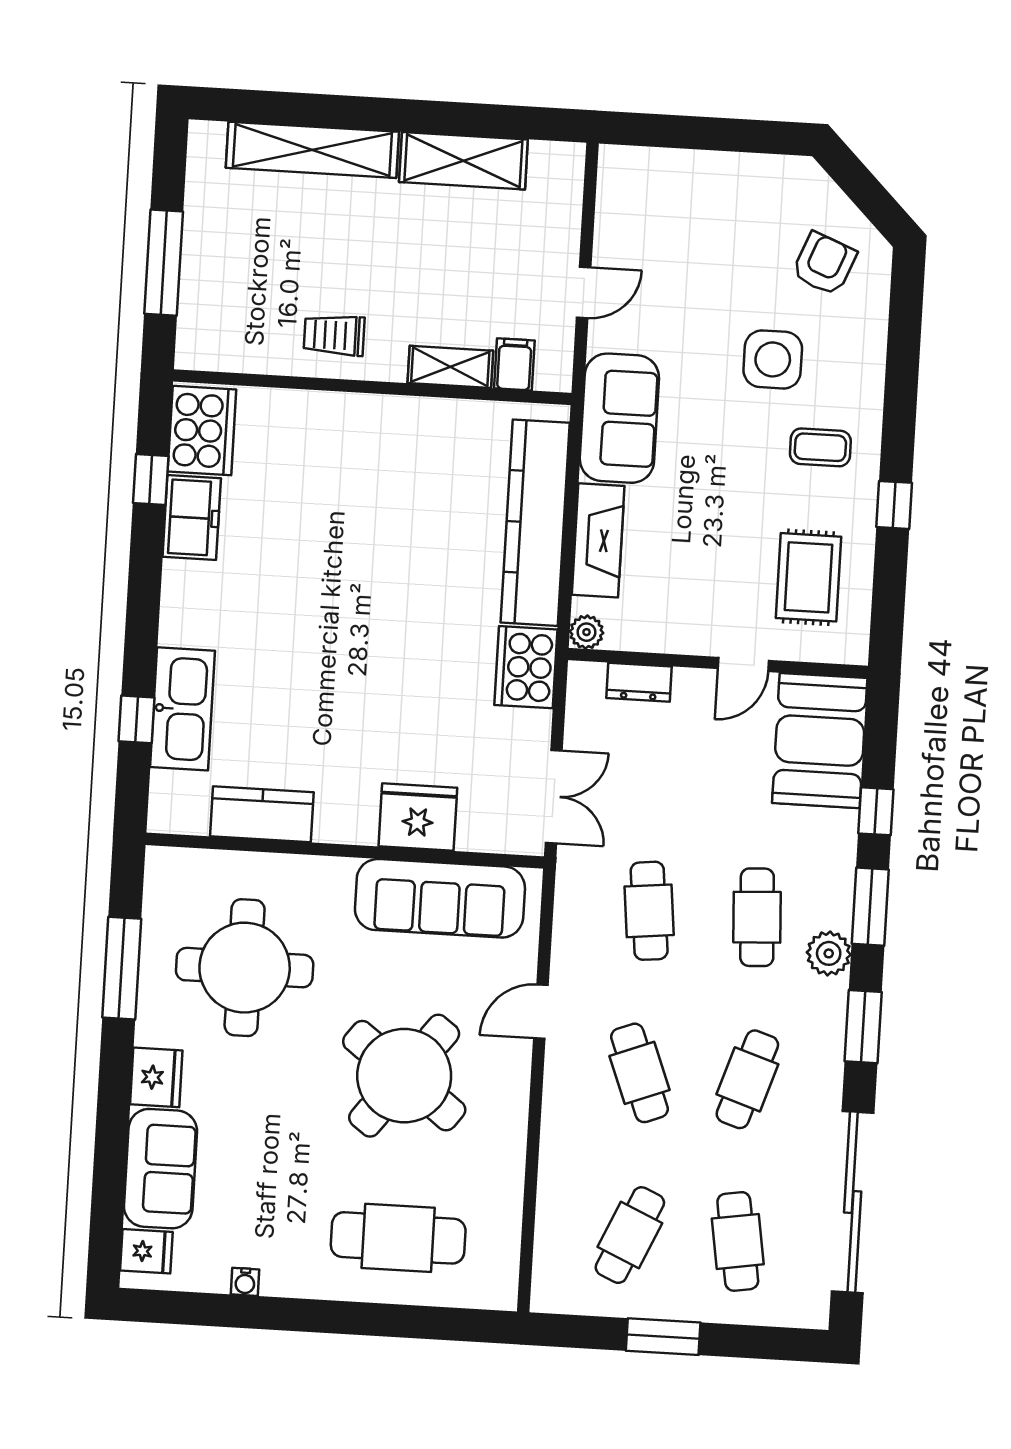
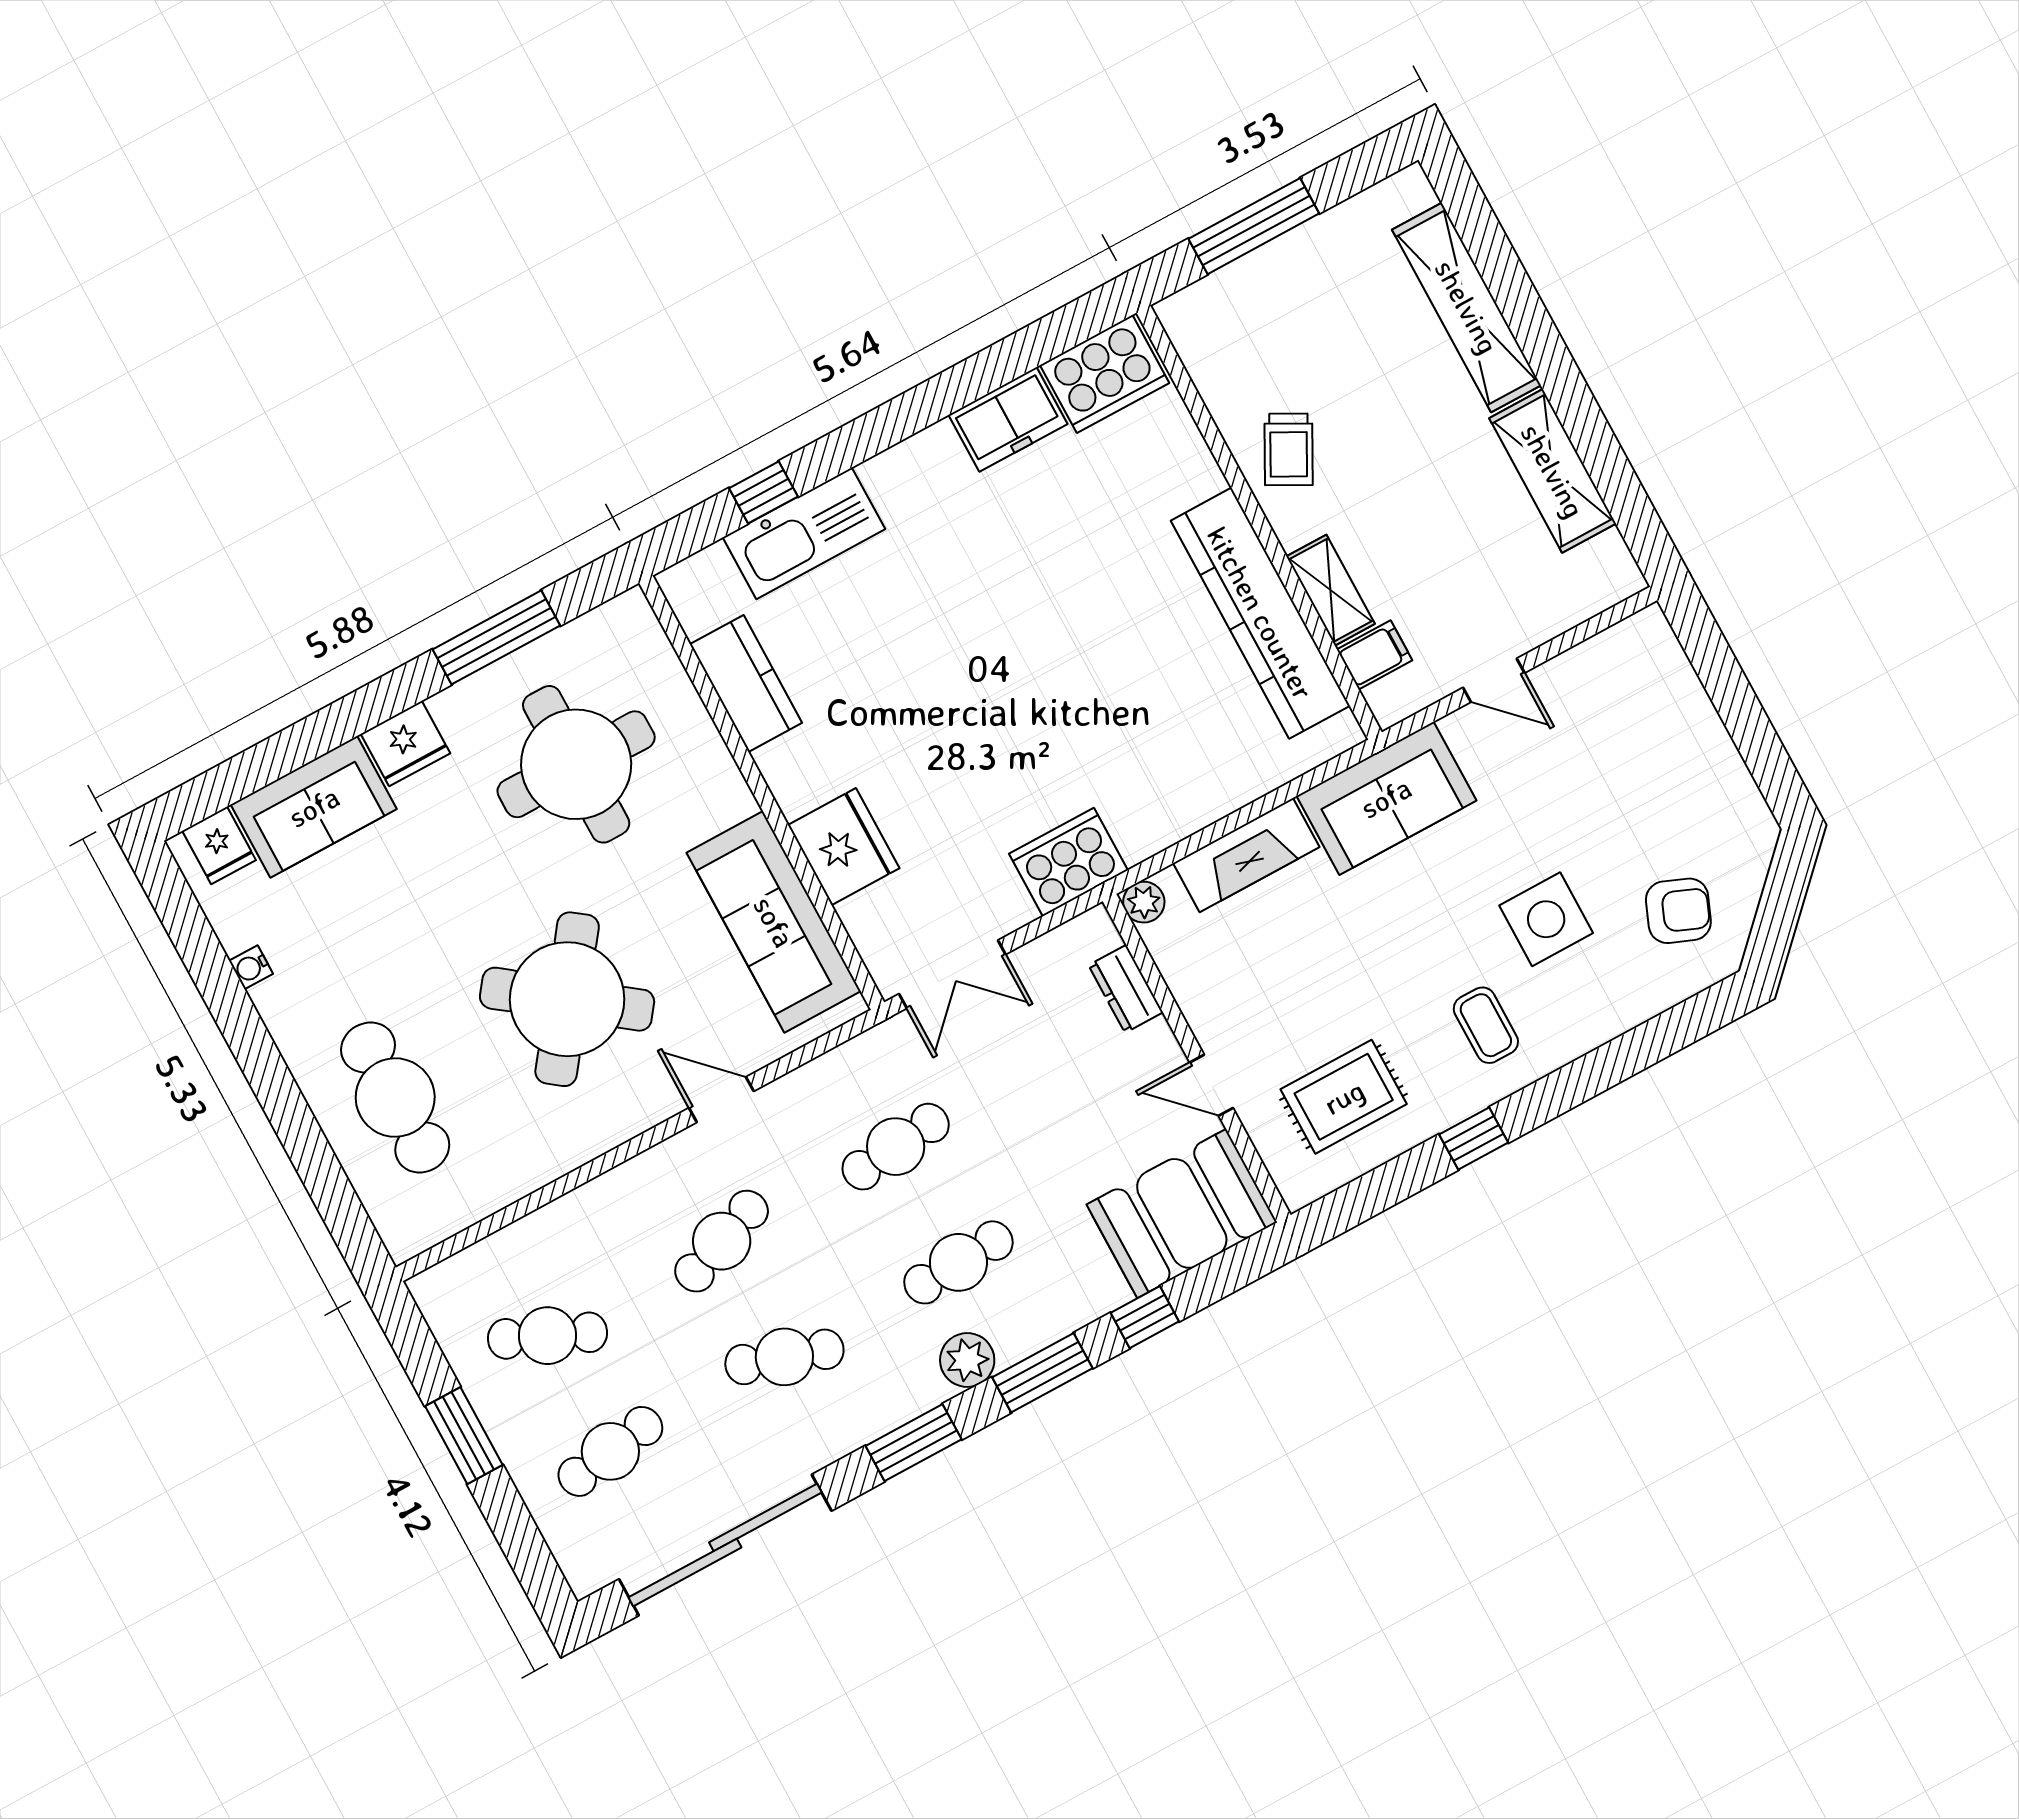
trolley: (334, 335) -> (1289, 449), turned -152
window: (151, 480) -> (1021, 353), removed
kitchen counter: (535, 523) -> (1260, 613), moved, turned -90

